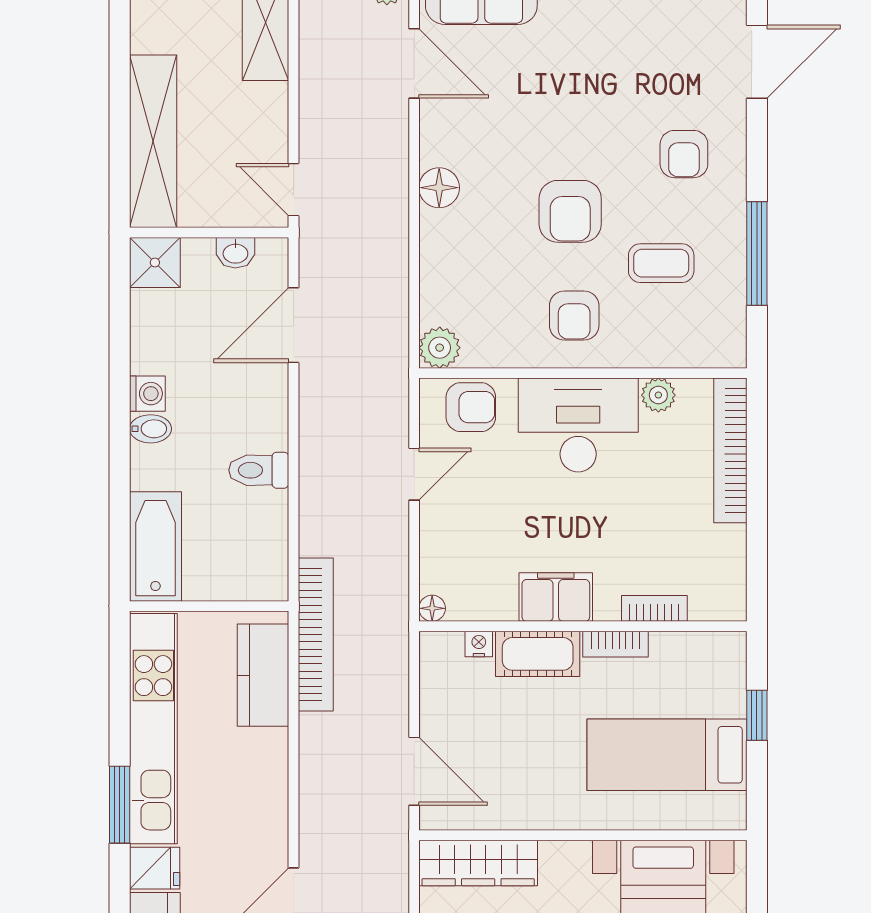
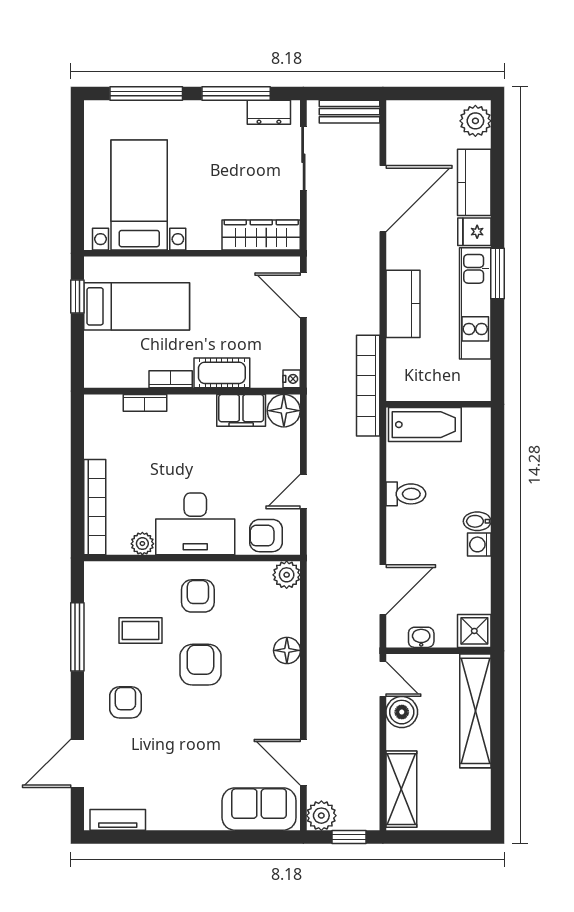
boiler: (265, 139) -> (402, 712), added
floor lamp: (439, 188) -> (287, 650), moved
bathtub: (155, 547) -> (425, 425), moved, turned -90
filing cabinet: (556, 597) -> (241, 410), moved
floor lamp: (432, 608) -> (284, 411), width x1.89, depth x1.89
nightstand: (479, 644) -> (292, 379), moved, turned -90
kitchen counter: (263, 675) -> (403, 304), moved
window: (757, 715) -> (77, 296), moved
kitchen unit: (153, 729) -> (475, 303), width x0.73

